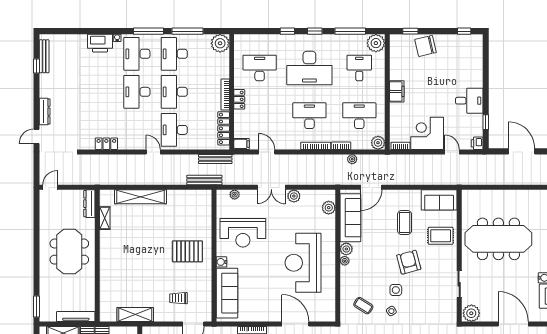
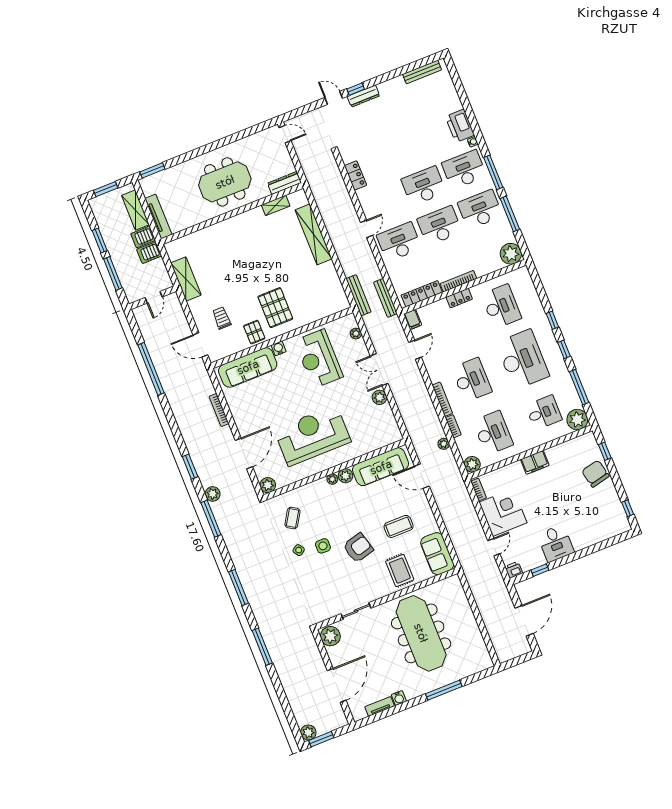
window: (37, 66) -> (356, 89), moved
desk: (309, 68) -> (523, 359), turned 180
plant: (329, 208) -> (268, 485), moved
pallet: (200, 276) -> (254, 332), added

